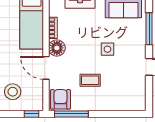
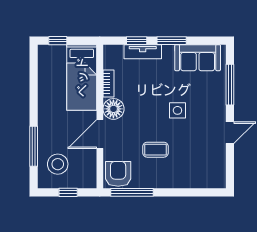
door: (46, 68) -> (100, 134), hinge flipped
window: (31, 114) -> (68, 192), moved

